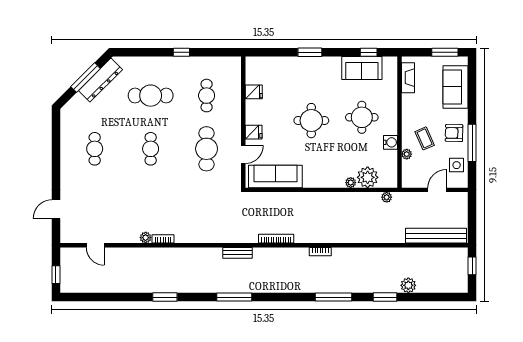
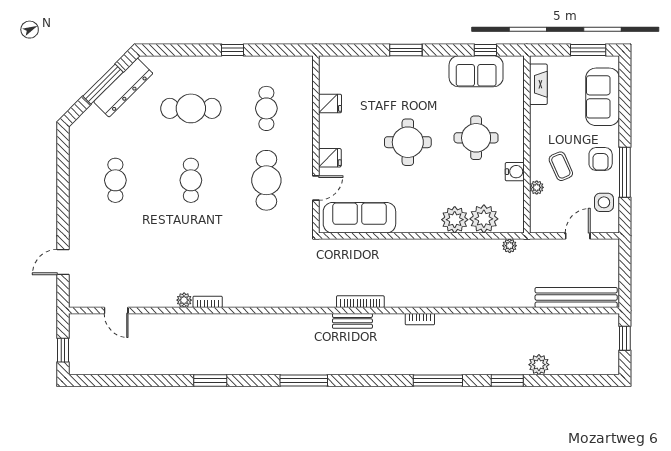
armchair: (454, 133) -> (601, 159), turned -91
plant: (351, 183) -> (455, 220), width x1.88, depth x1.88
bench: (237, 253) -> (352, 321), moved

